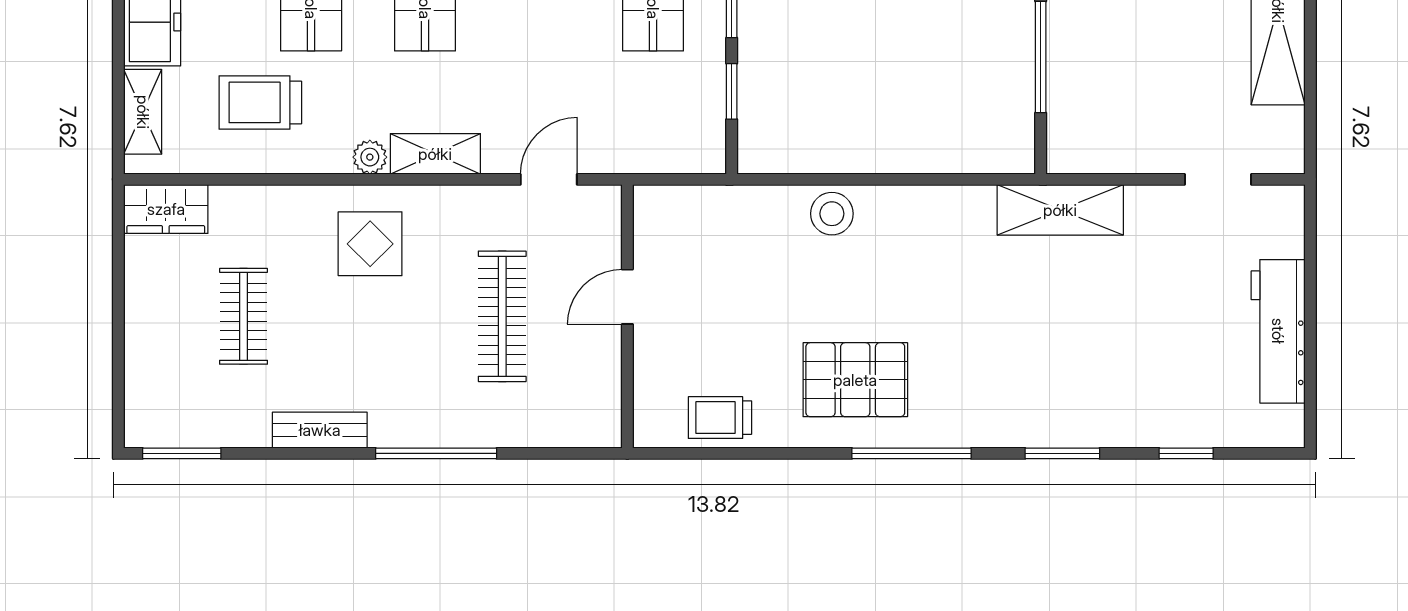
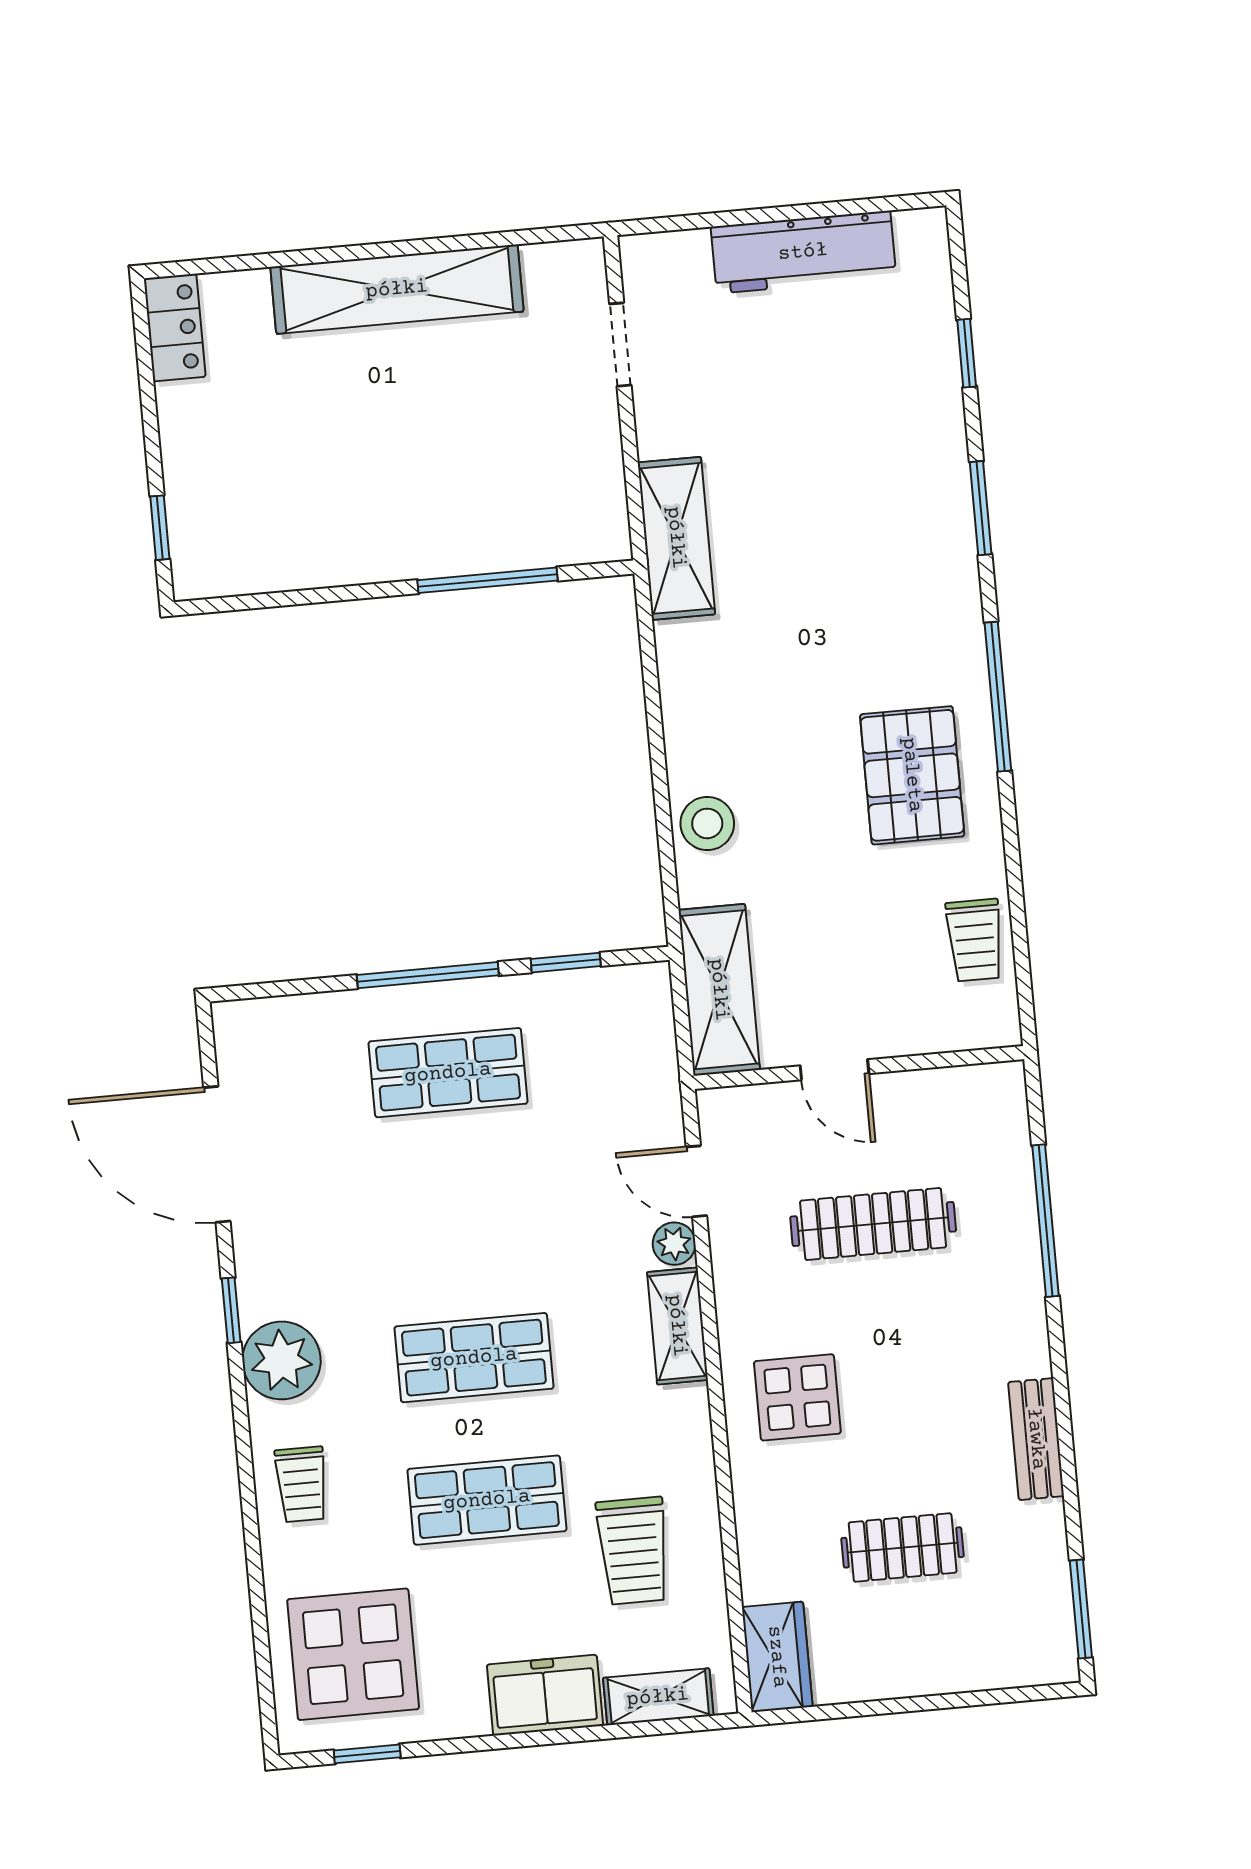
plant: (370, 157) -> (674, 1244), moved
shelving: (699, 211) -> (719, 990), added
window: (436, 453) -> (1046, 1221), moved

